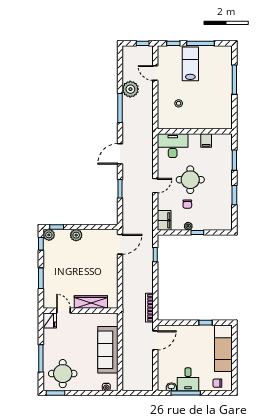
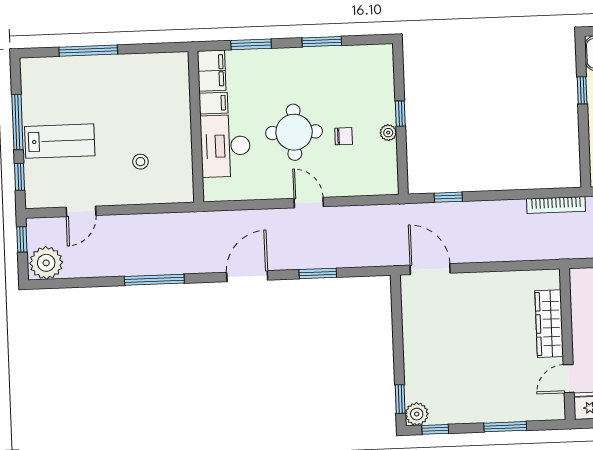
lab bench: (190, 64) -> (60, 141), turned 180
plant: (130, 89) -> (46, 263), moved
desk: (173, 146) -> (225, 146), moved
door: (120, 154) -> (247, 276), swing flipped
filing cabinet: (164, 220) -> (212, 71), moved, turned 90
plant: (76, 235) -> (415, 359), removed

